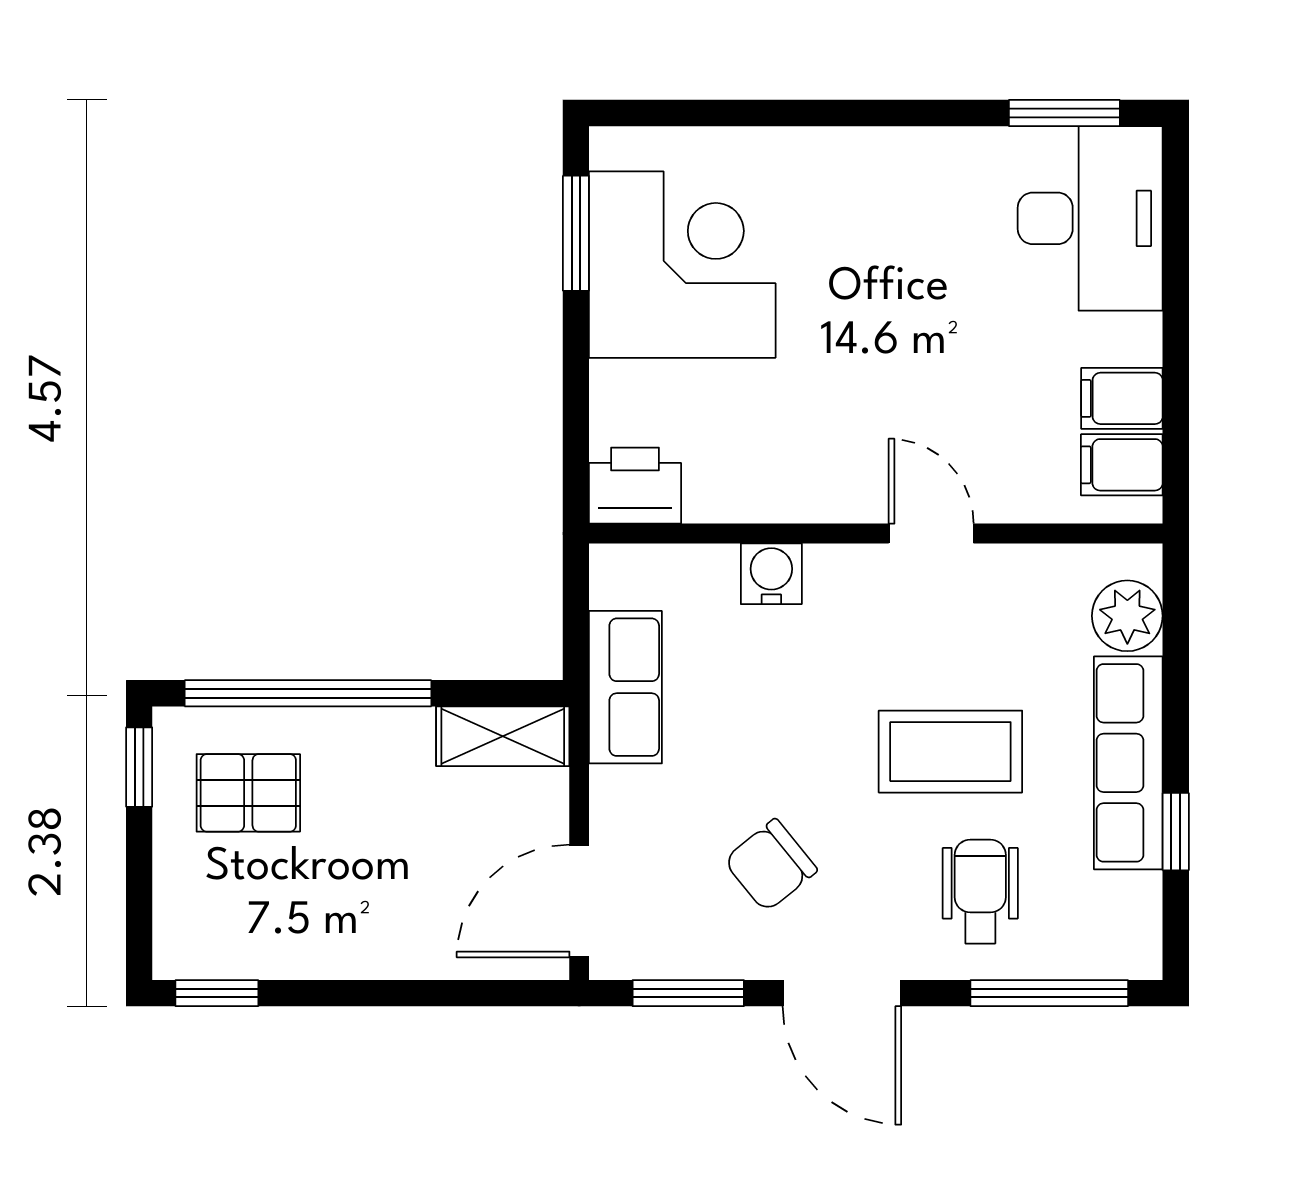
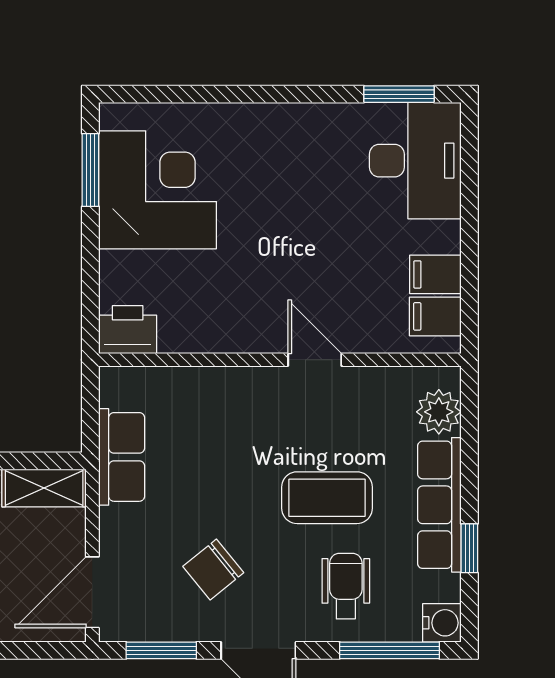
water cooler: (771, 574) -> (442, 623), moved, turned 90

